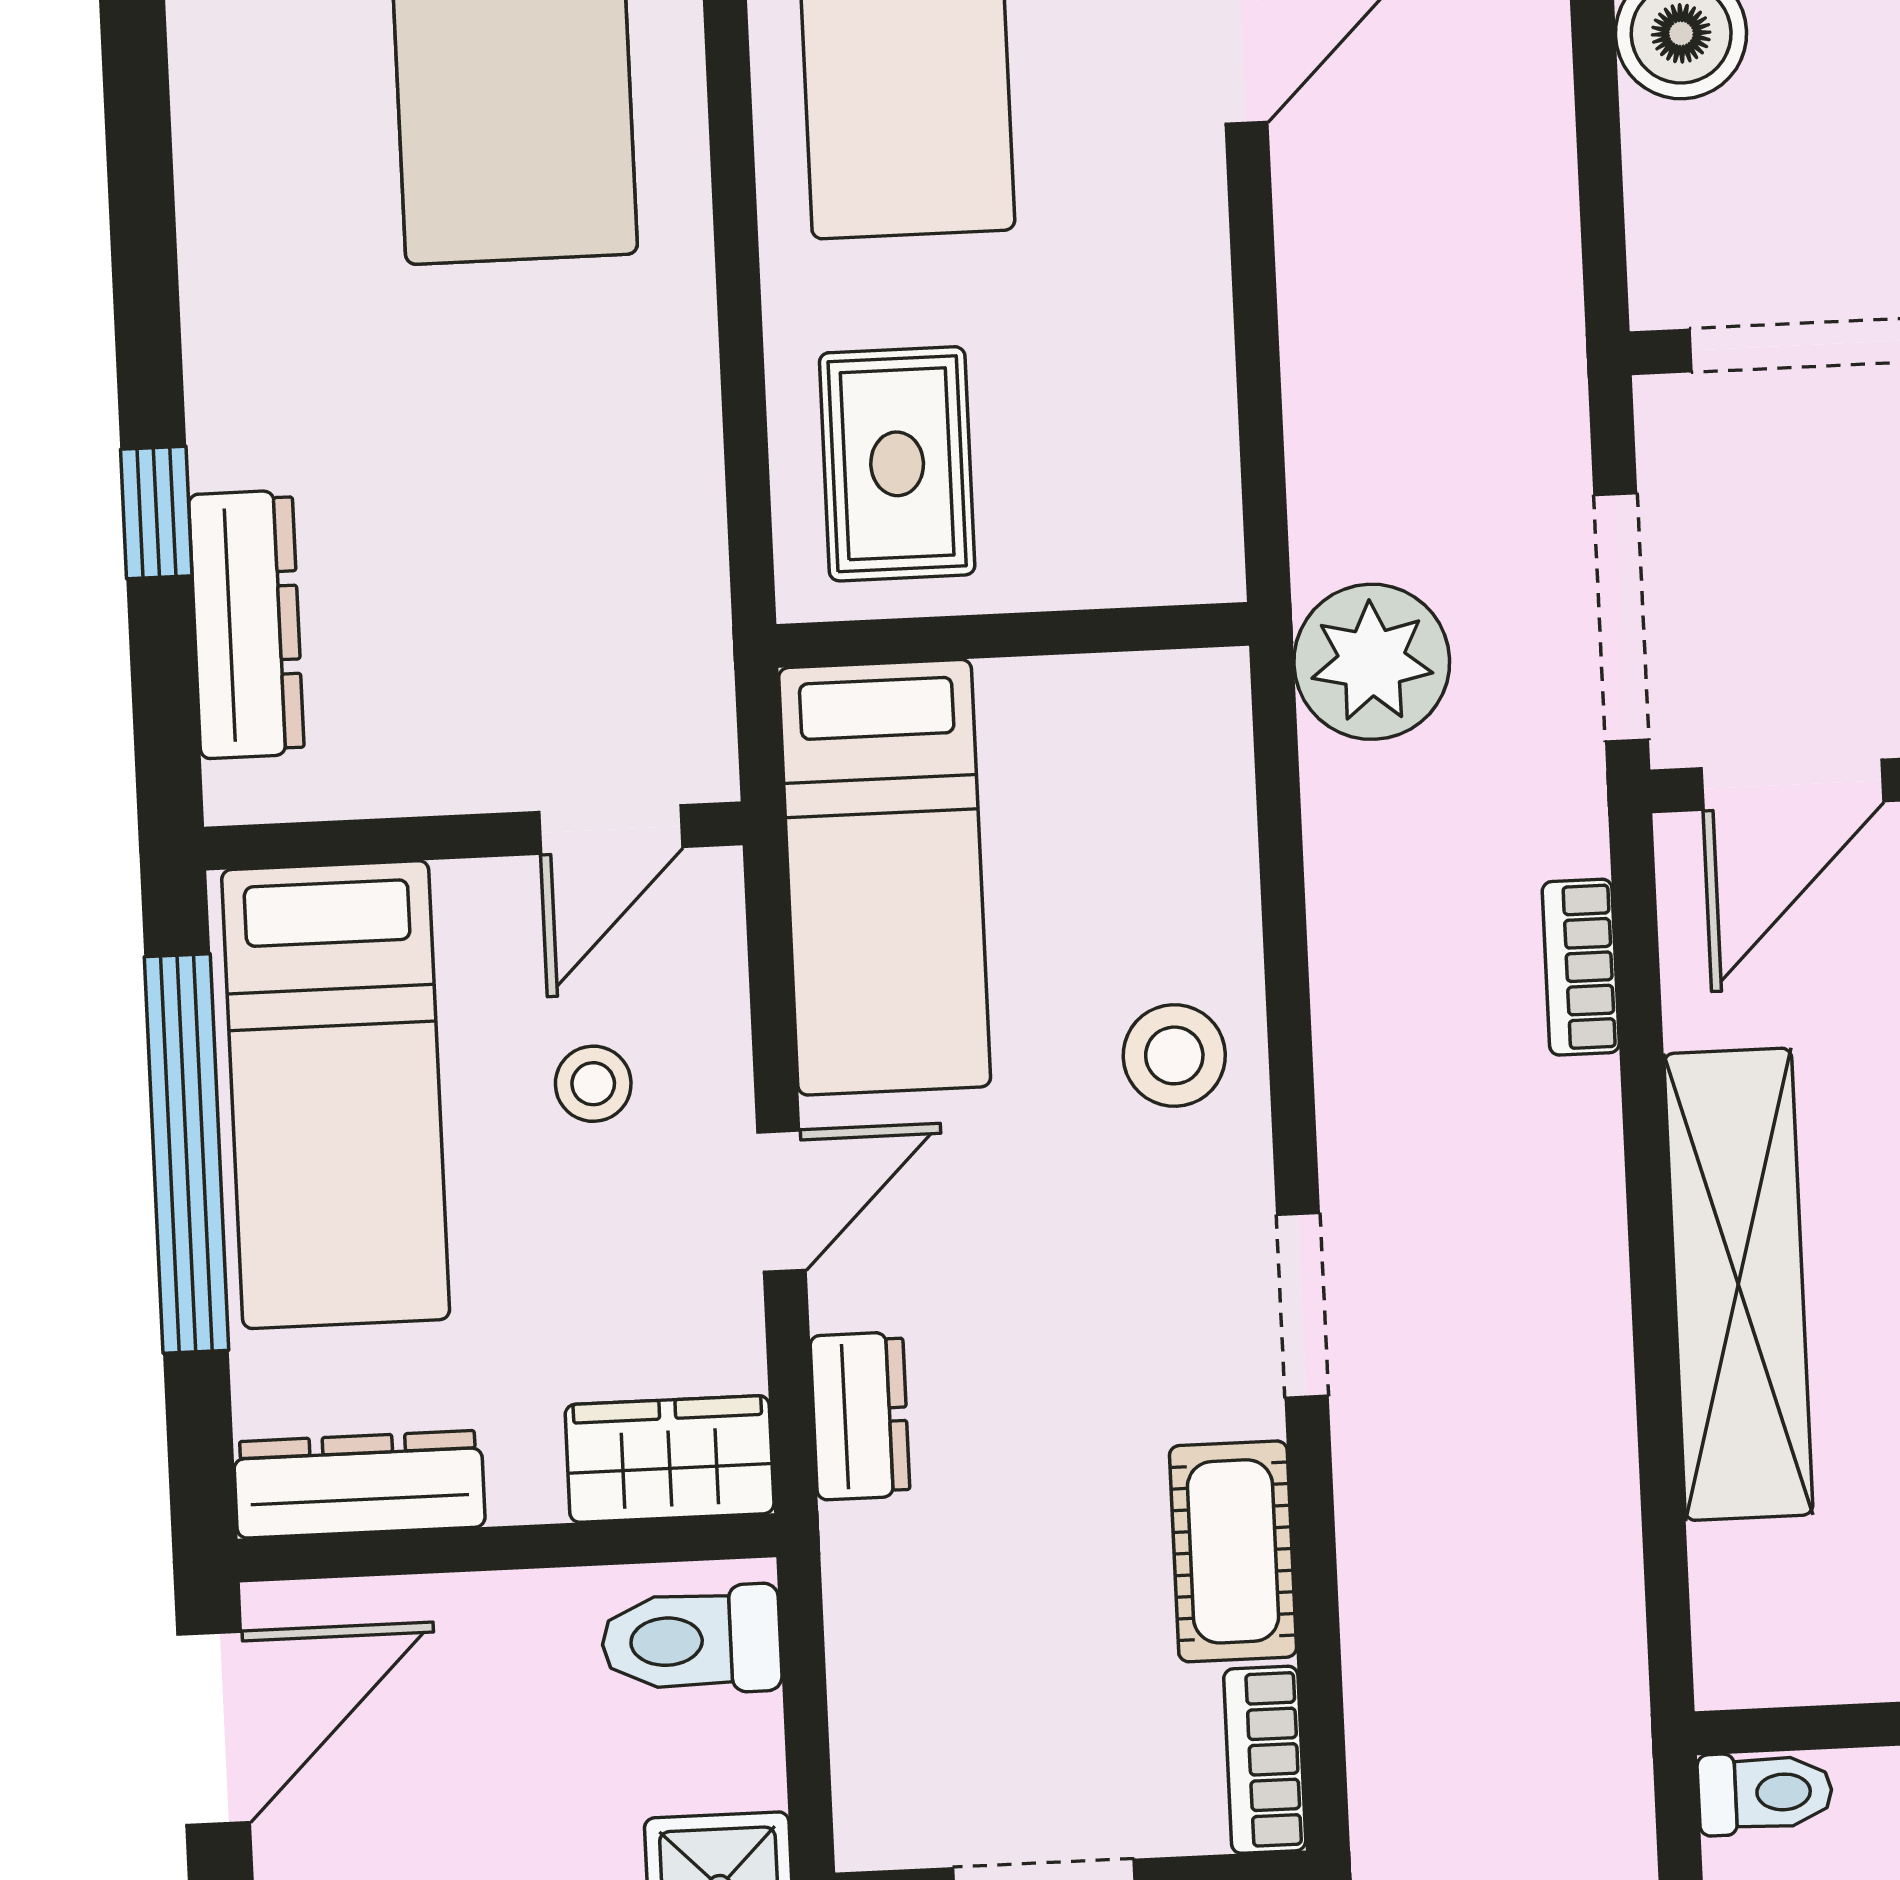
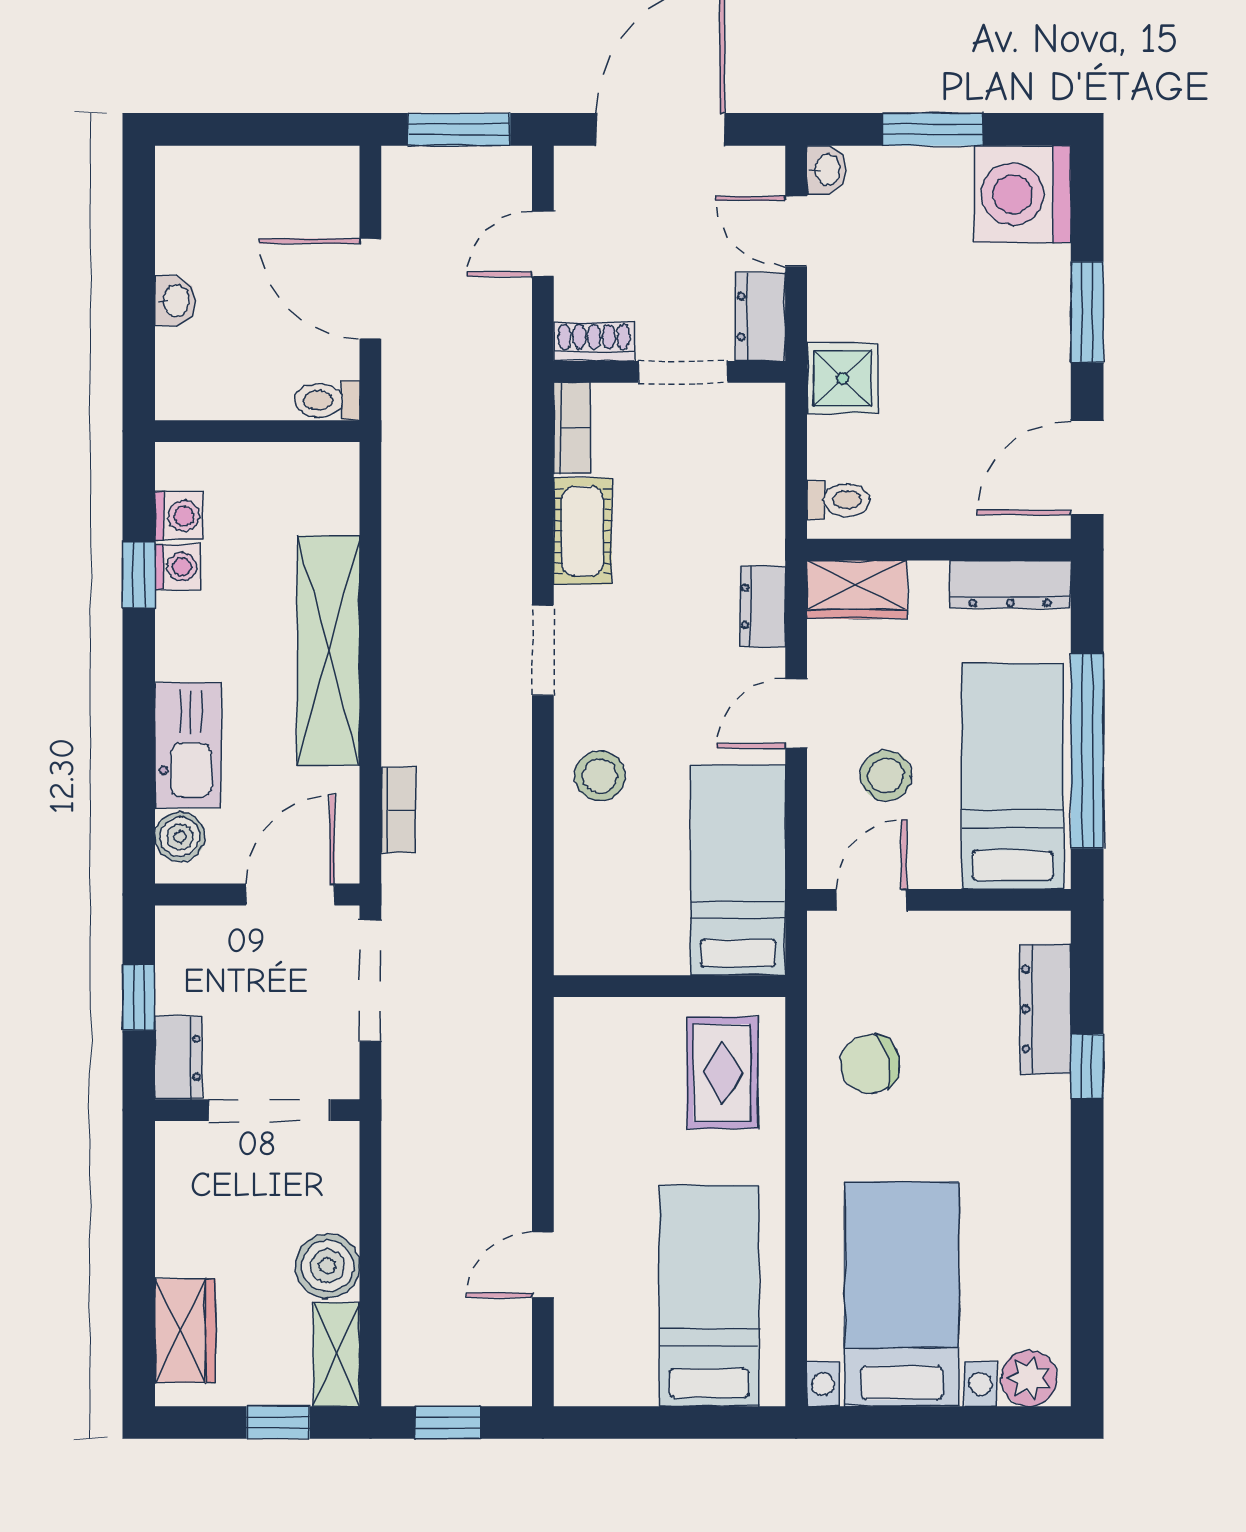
chair: (598, 496) -> (870, 1064), added
plant: (1372, 662) -> (494, 965), removed
stool: (593, 1084) -> (886, 775), width x1.37, depth x1.37
toilet: (691, 1640) -> (838, 500), width x0.73, depth x0.72

